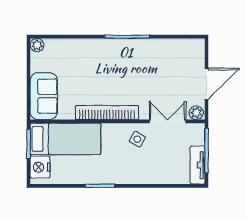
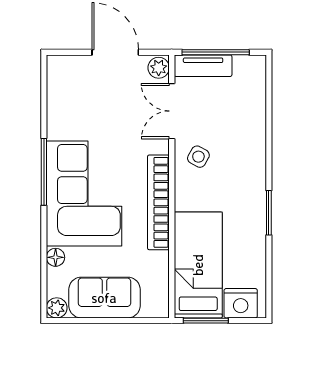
floor lamp: (70, 44) -> (56, 257), added
corner sofa: (113, 63) -> (84, 193), added
sofa: (44, 96) -> (104, 298), moved
tv unit: (198, 165) -> (203, 66), moved

